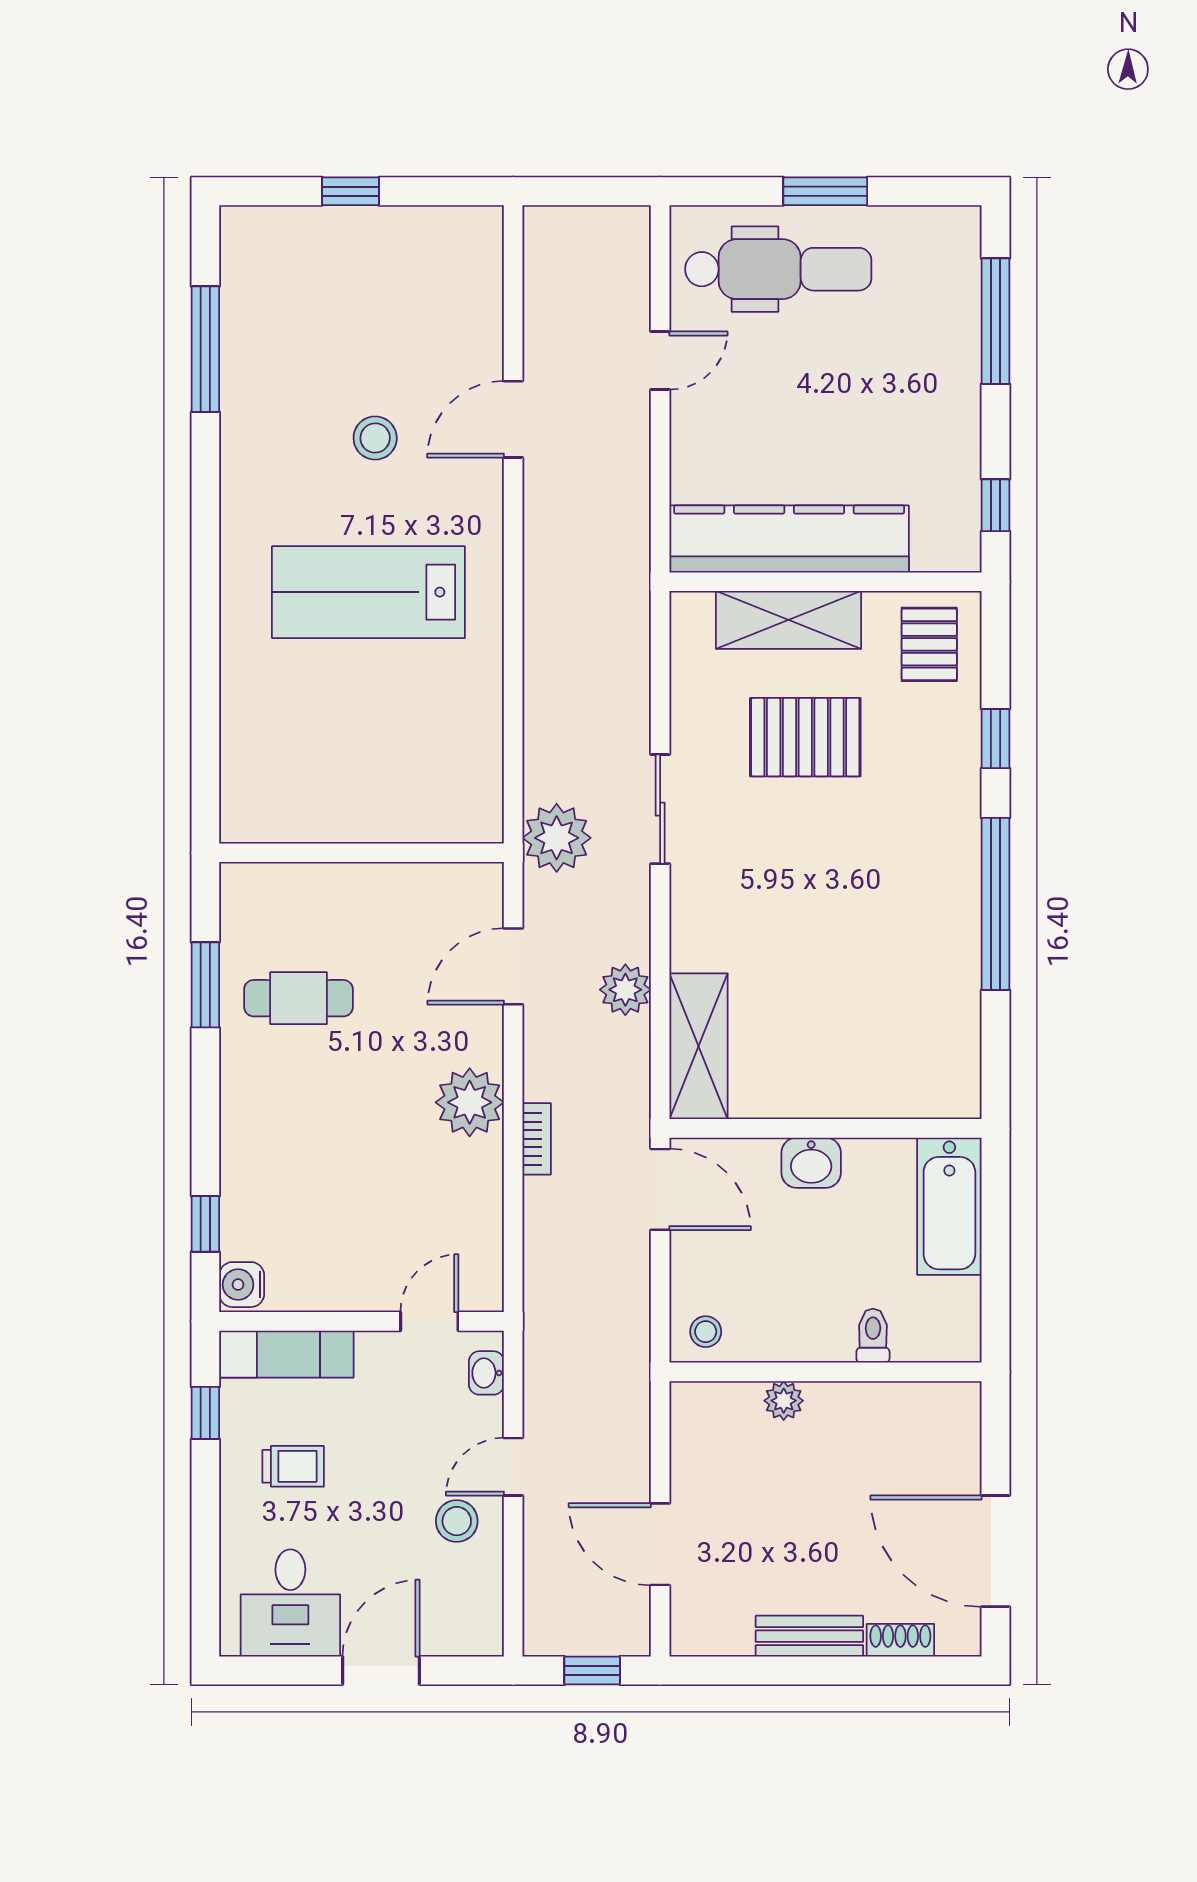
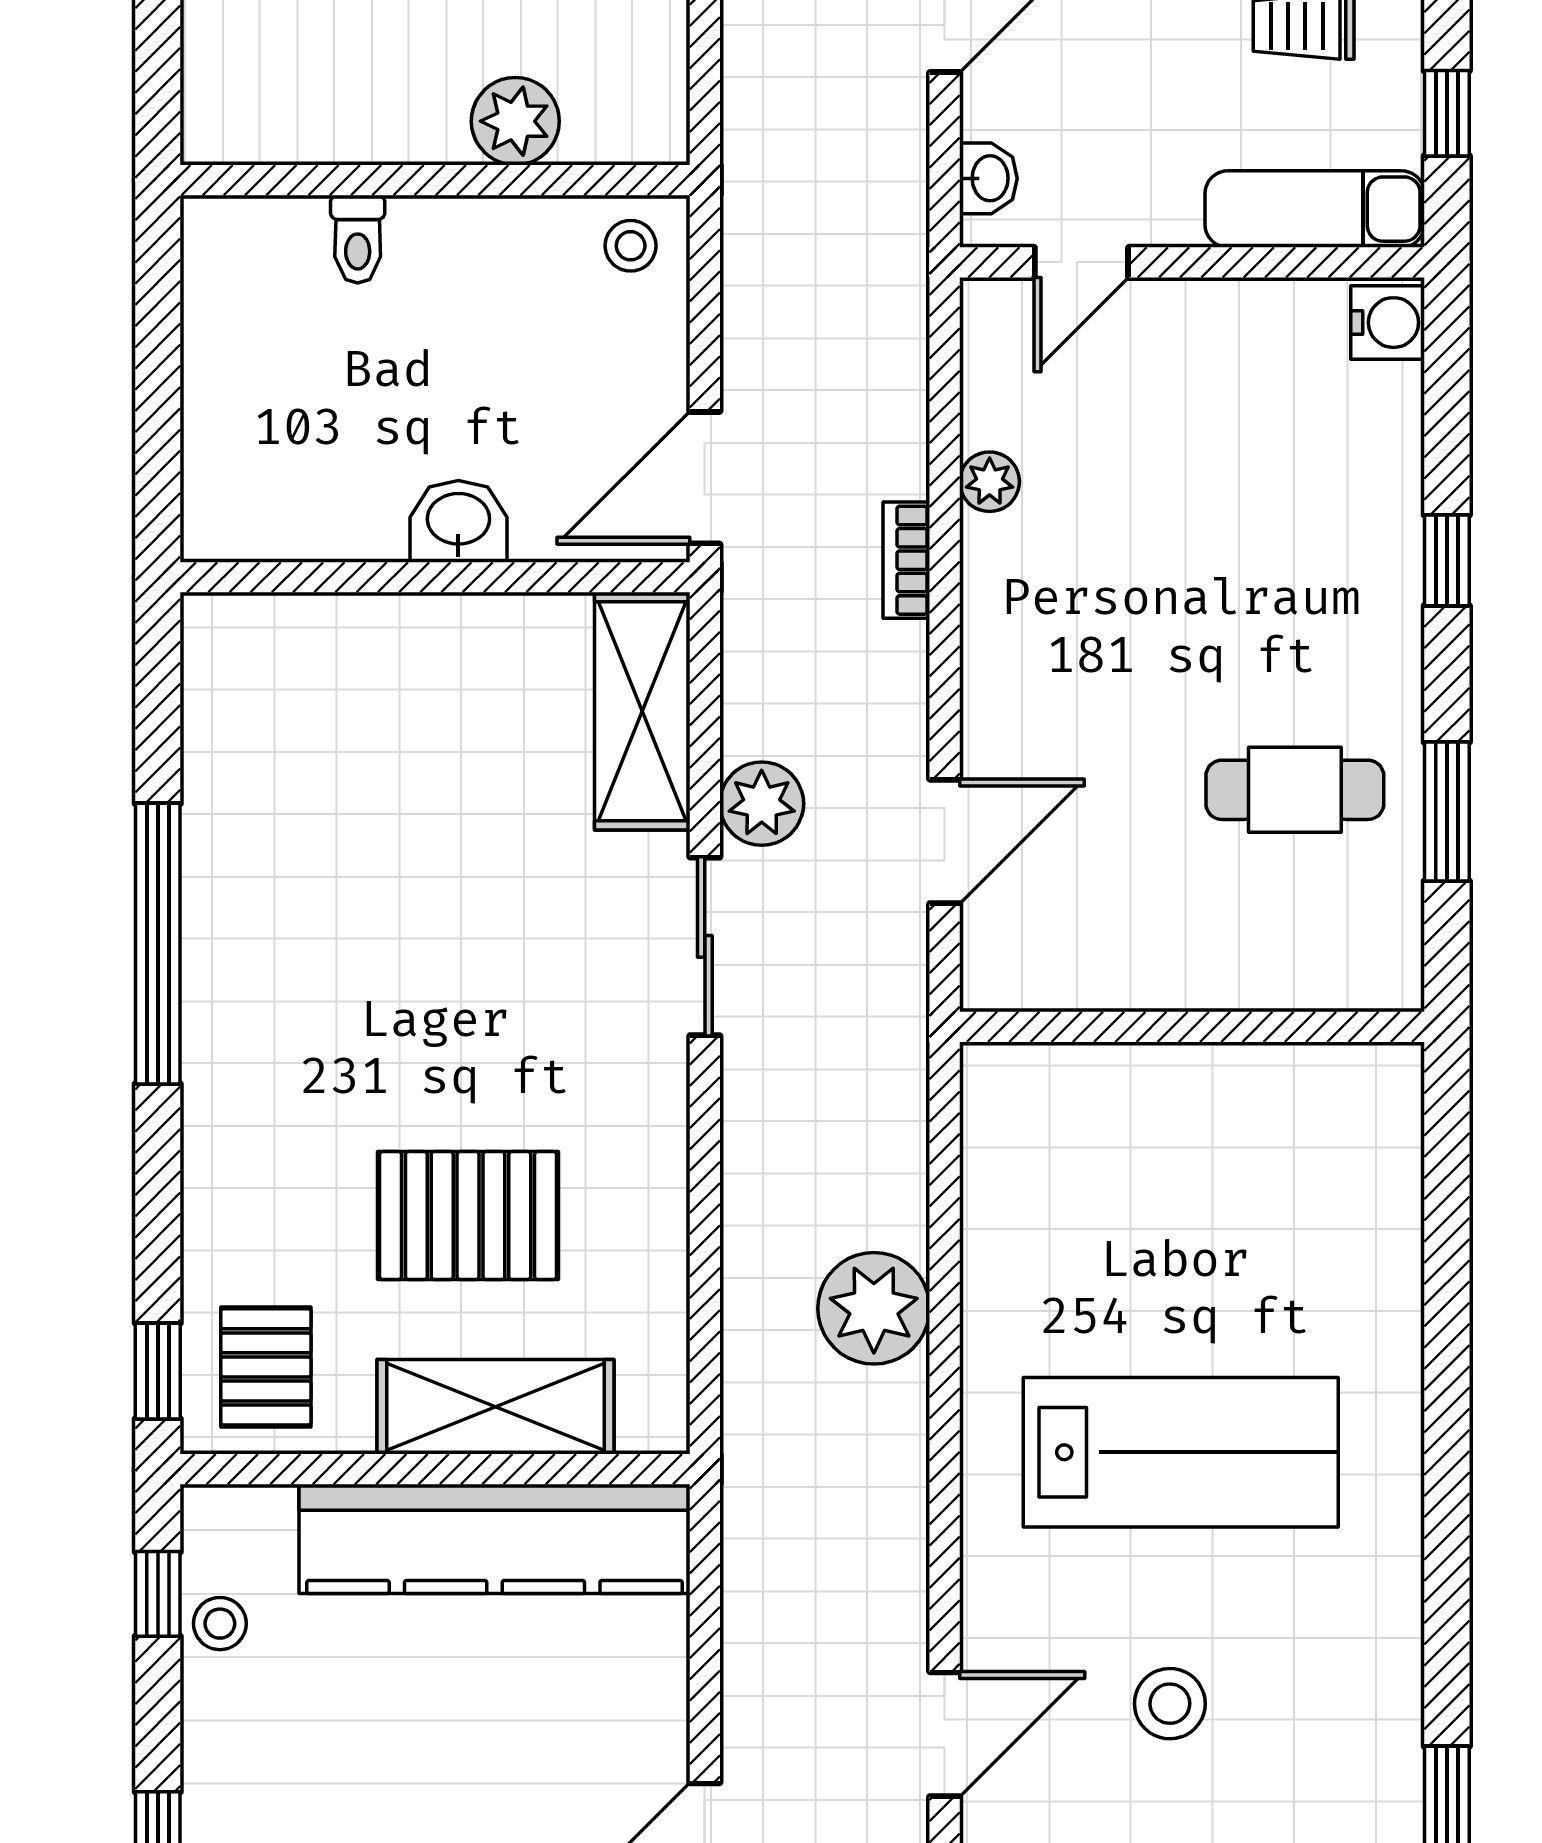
stool: (957, 487) -> (220, 1624), added
window: (996, 739) -> (158, 1371), moved
sliding door: (660, 809) -> (705, 946), moved
plant: (557, 838) -> (874, 1308), moved
plant: (470, 1102) -> (990, 482), moved, width x0.53, depth x0.53
door: (660, 1189) -> (705, 478), hinge flipped
bathtub: (949, 1206) -> (233, 450), removed
window: (205, 1224) -> (1447, 560), moved
plant: (784, 1401) -> (515, 121), width x1.38, depth x1.38

